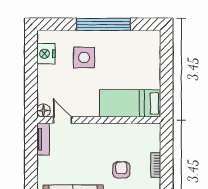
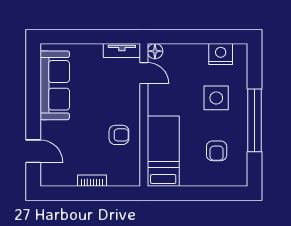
armchair: (130, 57) -> (217, 151), added
door: (63, 120) -> (144, 73), hinge flipped
armchair: (121, 170) -> (119, 135), moved

